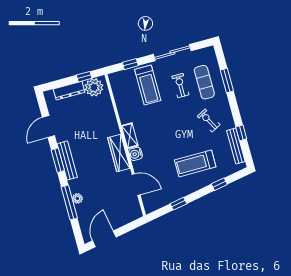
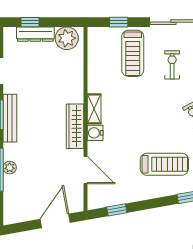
window: (84, 77) -> (30, 22), moved
treadmill: (195, 163) -> (164, 164), turned 180
window: (178, 204) -> (117, 210), moved
door: (104, 239) -> (55, 221), moved

